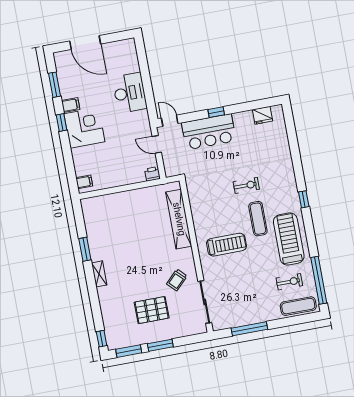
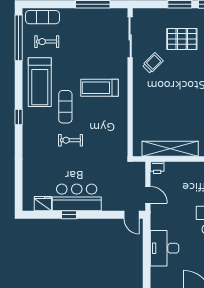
window: (216, 112) -> (69, 215), moved
bar counter: (209, 132) -> (77, 197), moved
shelving: (179, 219) -> (170, 149), moved, turned 90

